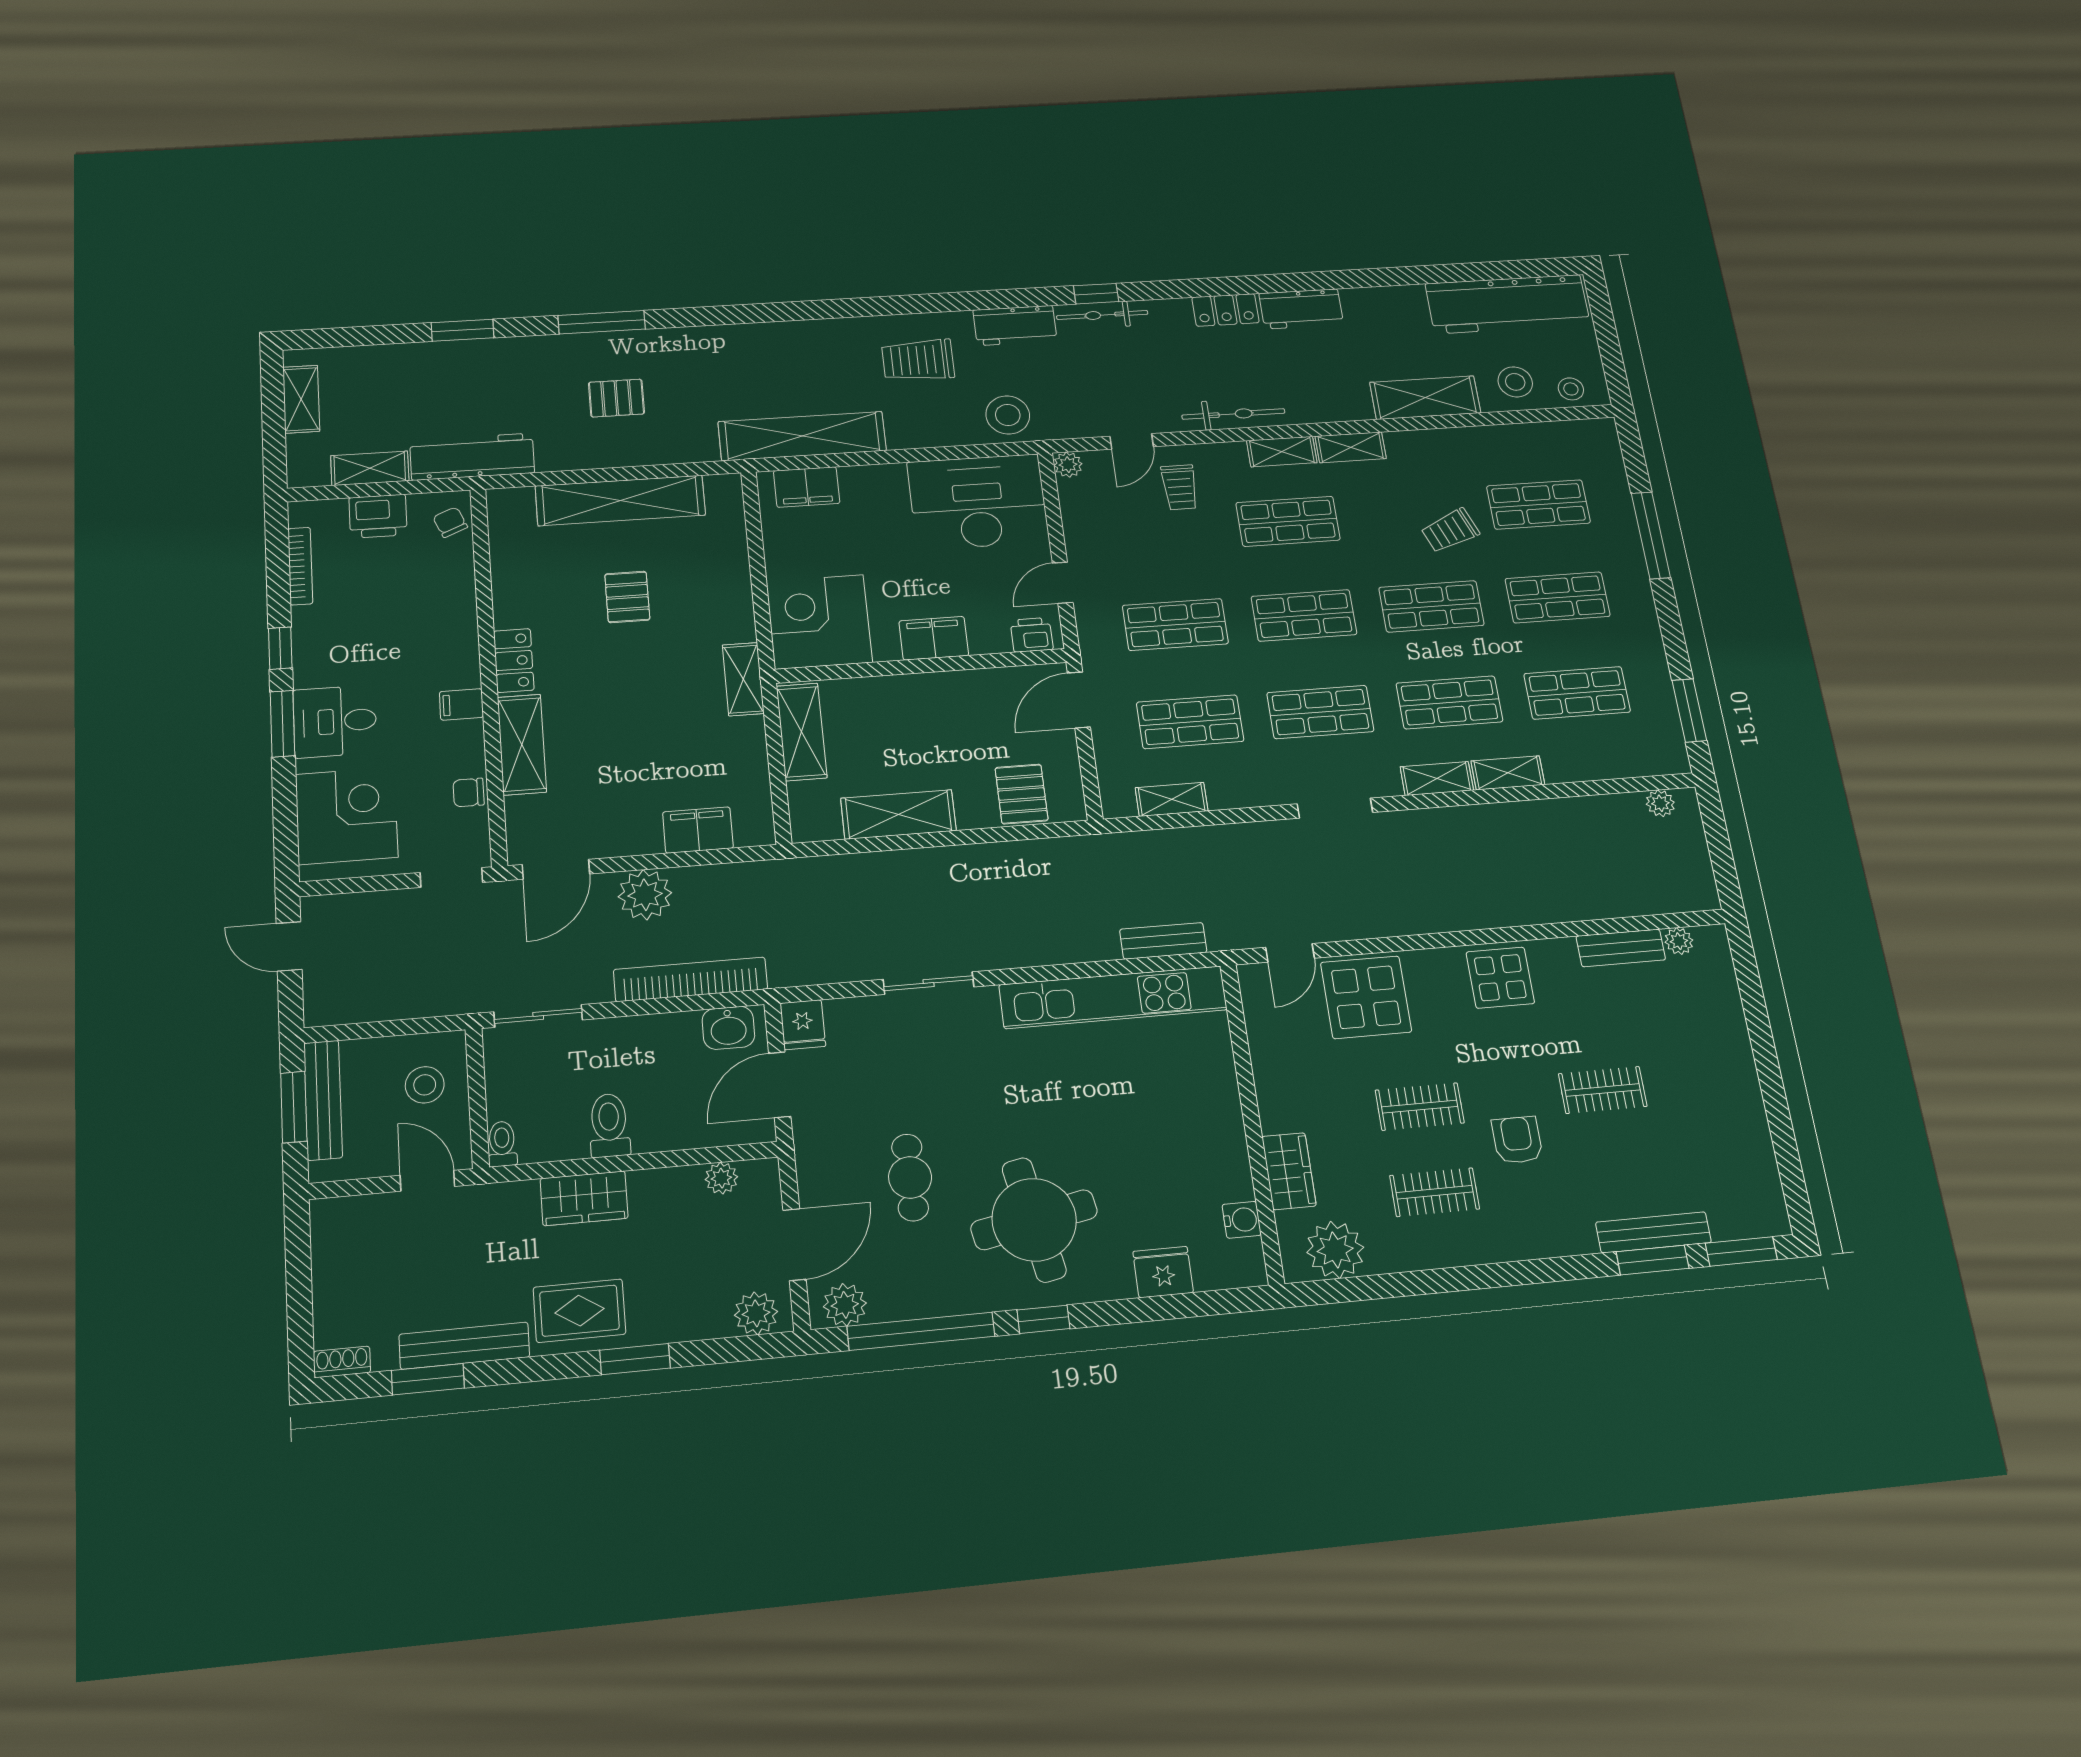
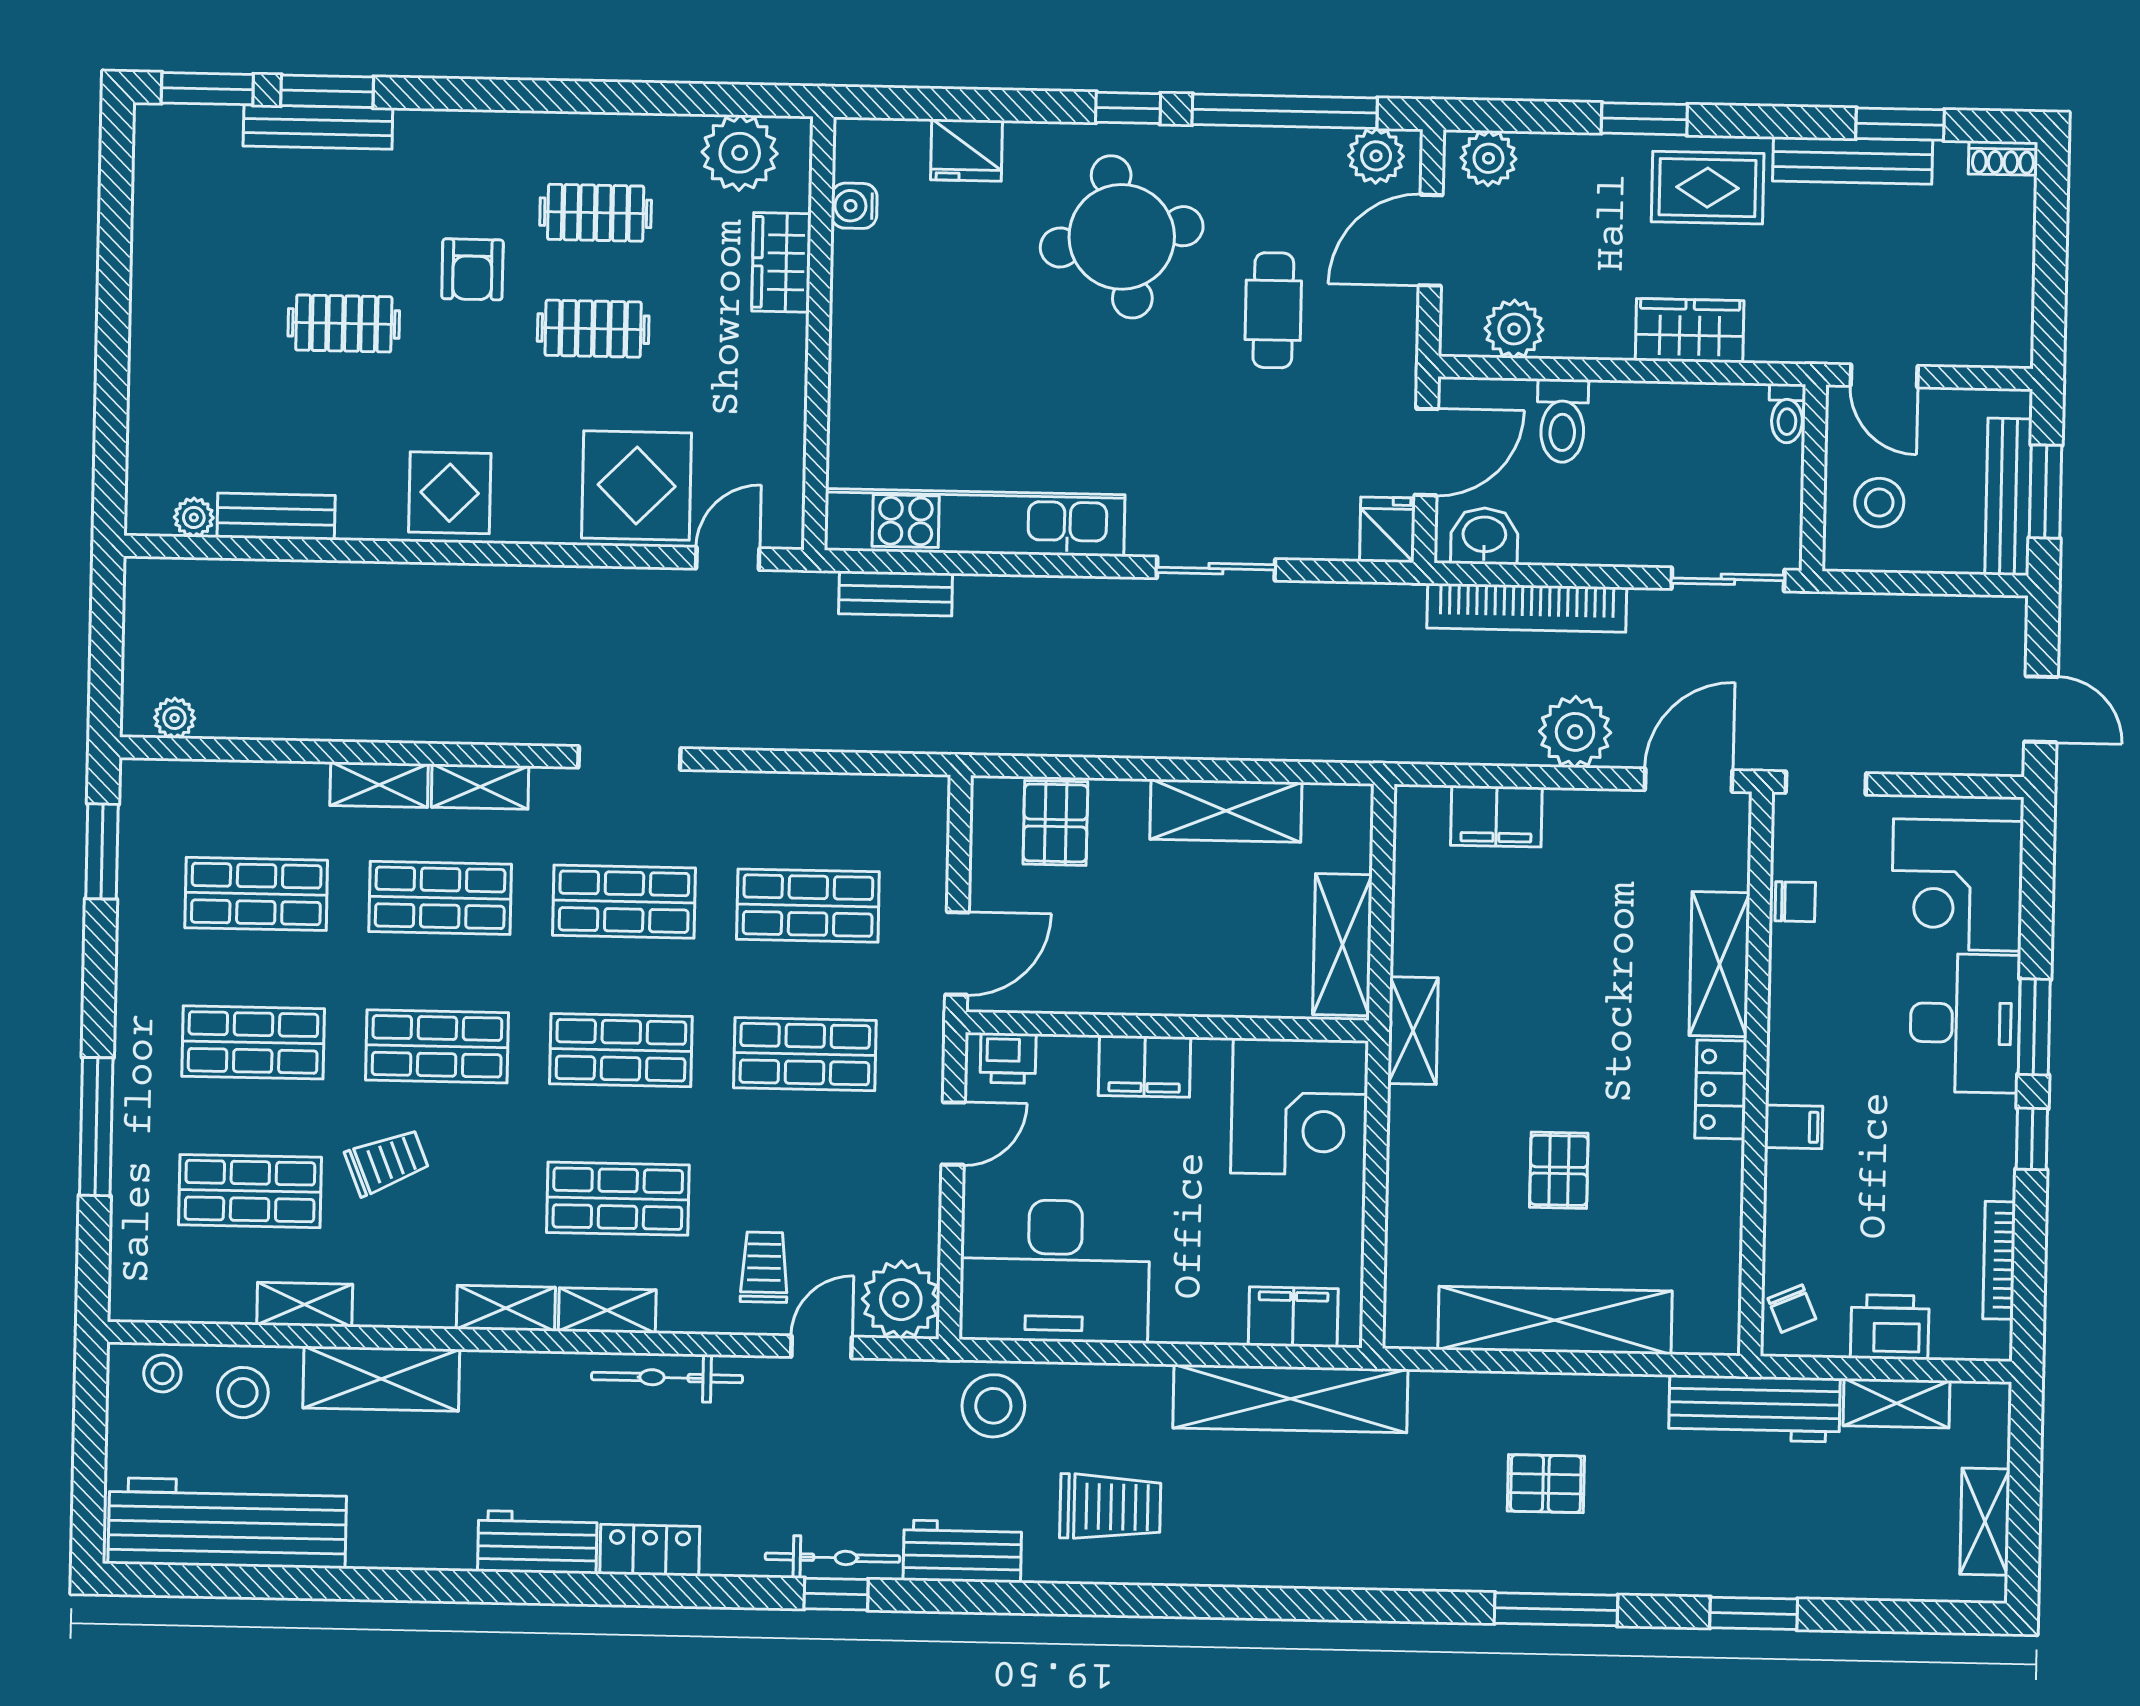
plant: (1068, 465) -> (901, 1300), width x1.88, depth x1.88
filing cabinet: (461, 704) -> (1794, 1127), moved
desk: (335, 721) -> (1965, 1023), width x1.37
shelving: (1172, 799) -> (305, 1305), moved
toilet: (609, 1125) -> (1562, 421), moved
plant: (721, 1178) -> (1514, 329), width x1.38, depth x1.38

